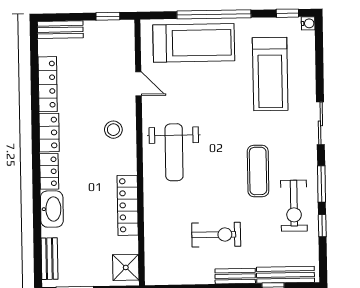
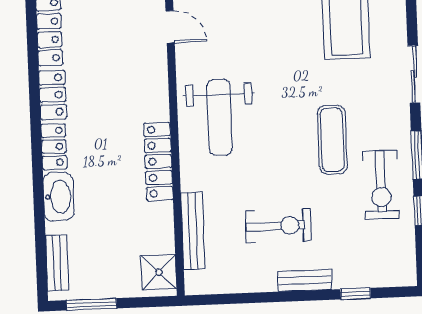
stool: (113, 130) -> (138, 89), removed
locker: (128, 205) -> (158, 162), moved
bench: (285, 275) -> (193, 231), moved, turned 90

